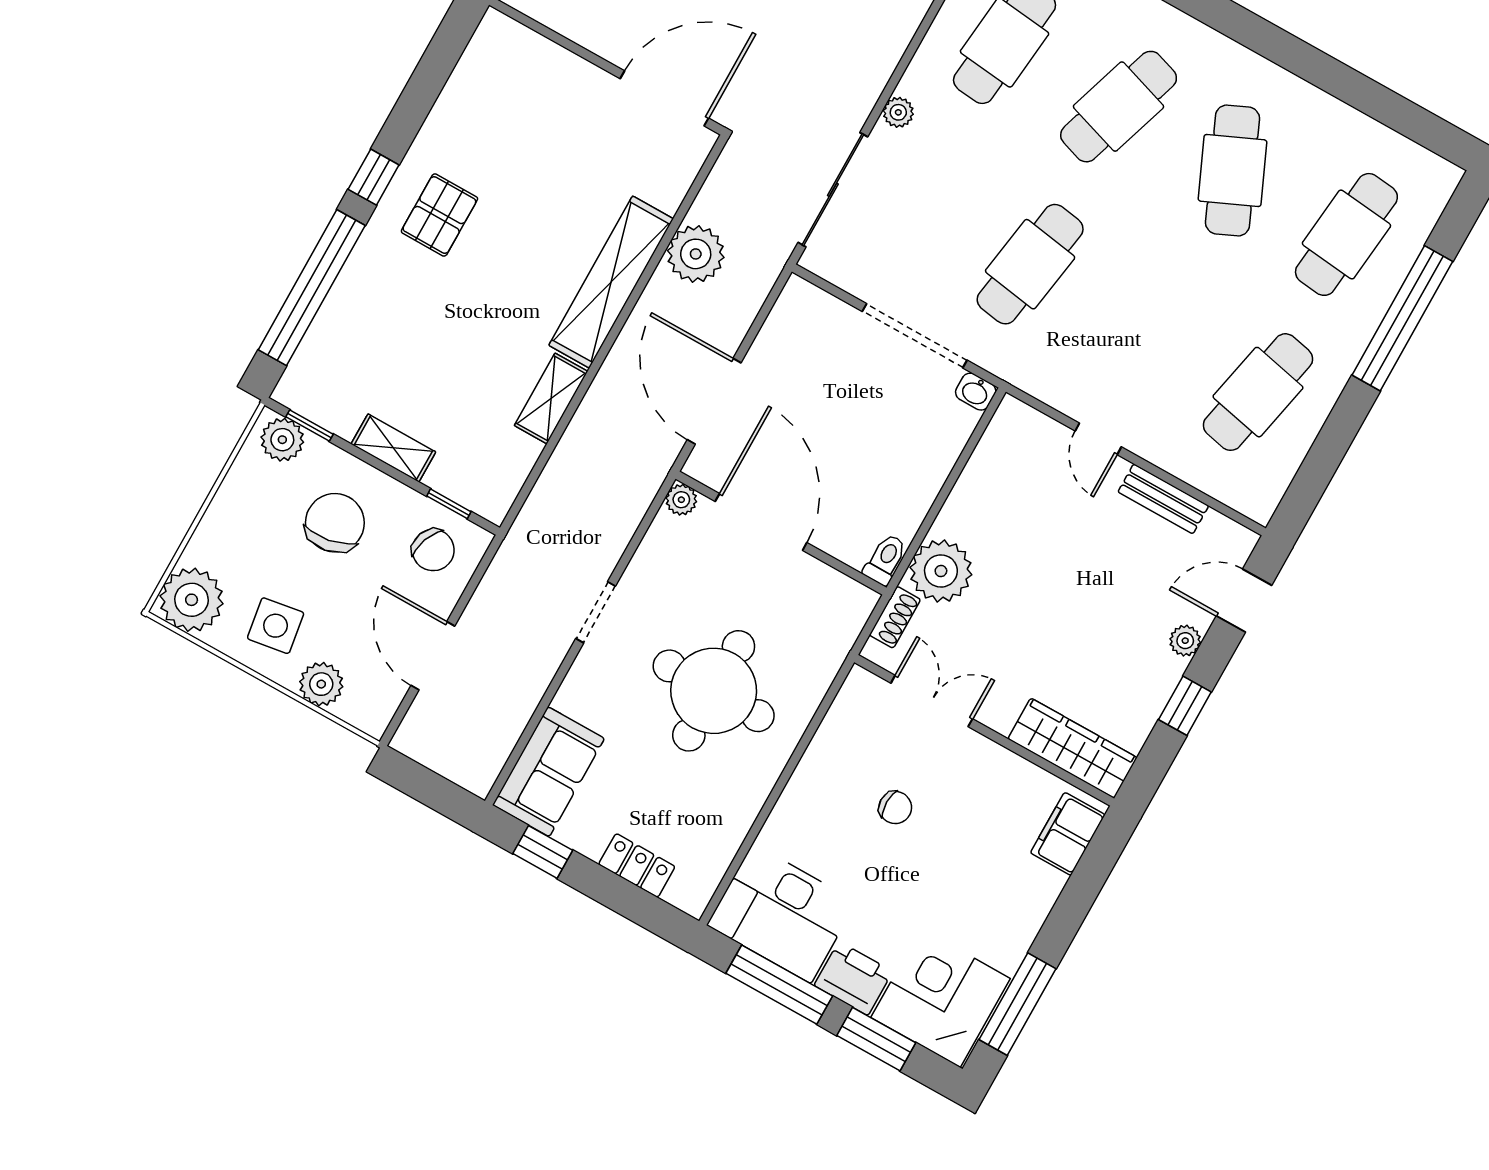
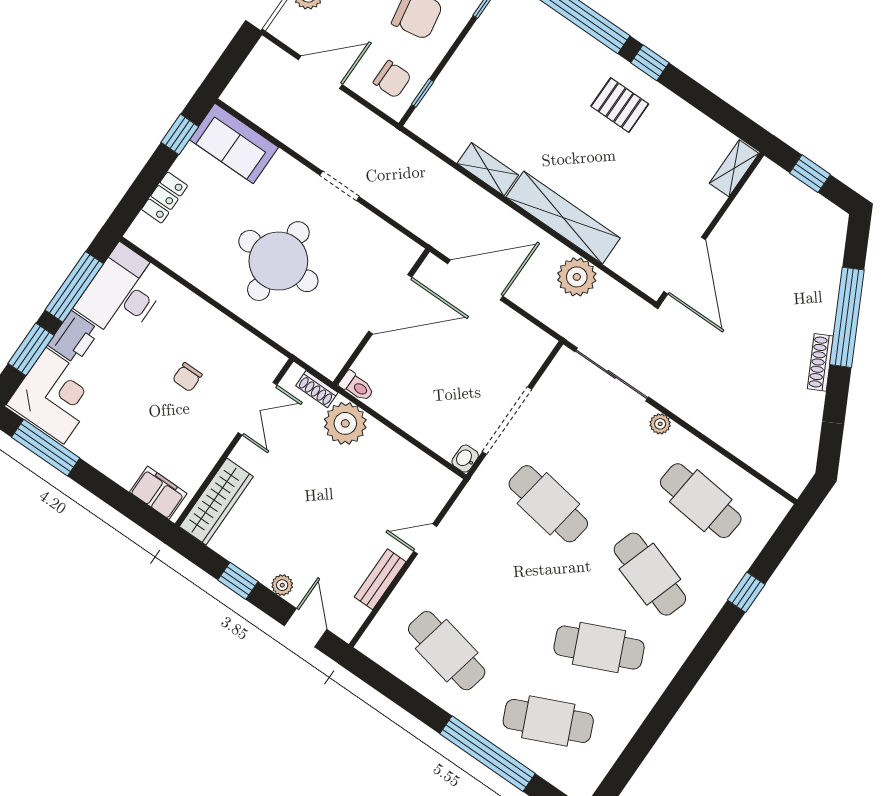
cafe table: (1346, 234) -> (548, 721), turned -30
shelving: (393, 448) -> (734, 168), moved
plant: (681, 500) -> (410, 251), removed
chair: (433, 550) -> (392, 79), turned -111

